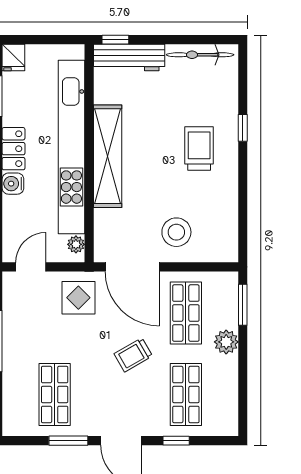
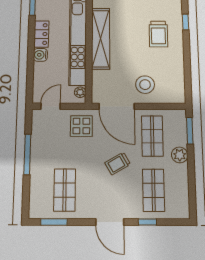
trolley: (199, 148) -> (158, 34), turned 180
window: (68, 441) -> (54, 222), moved

